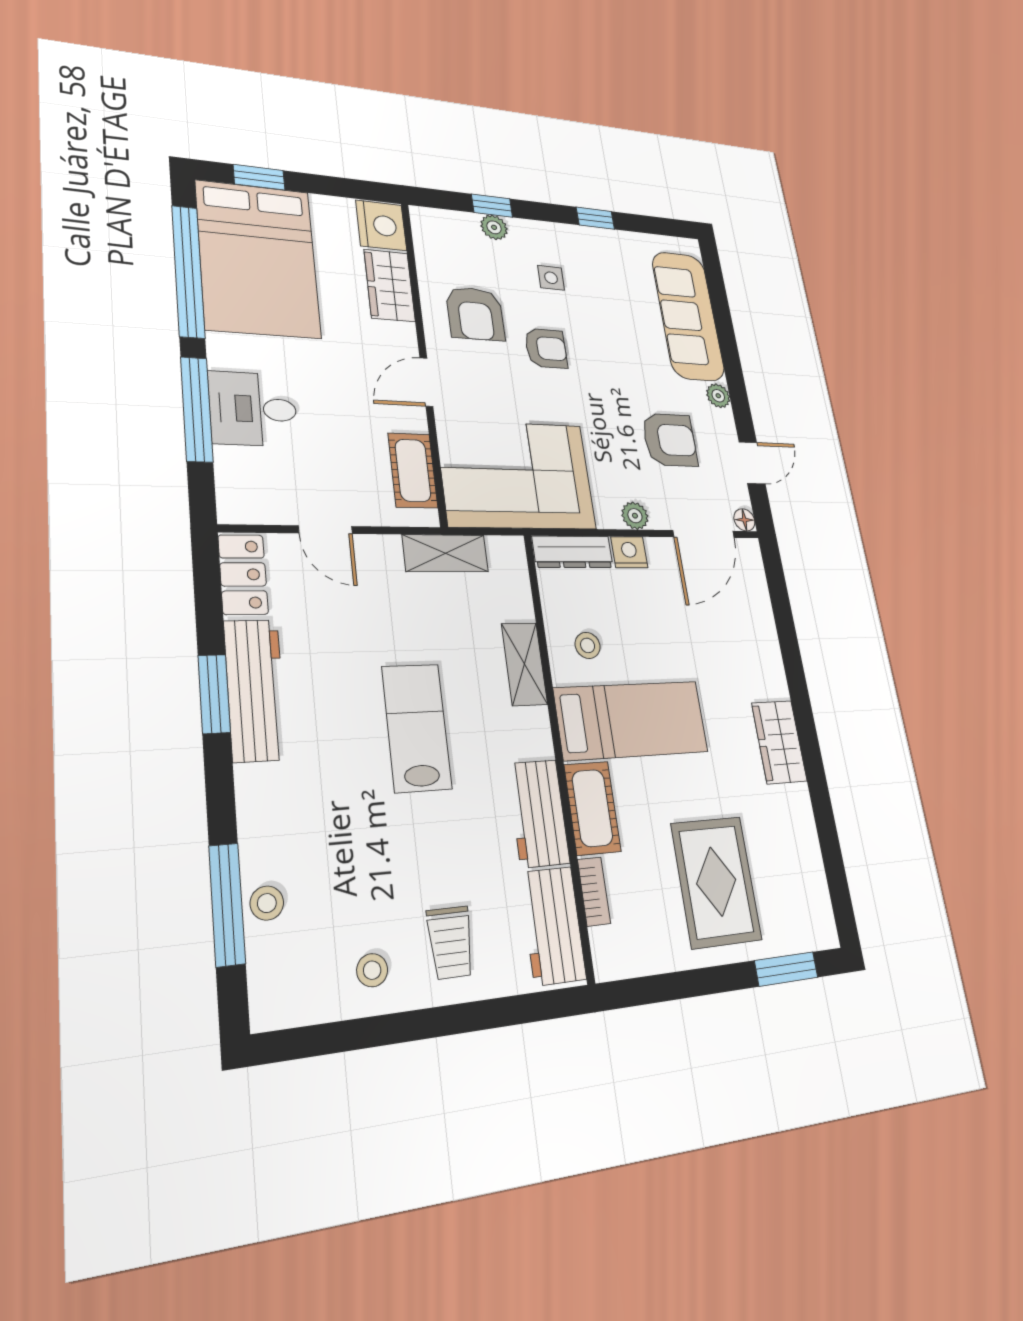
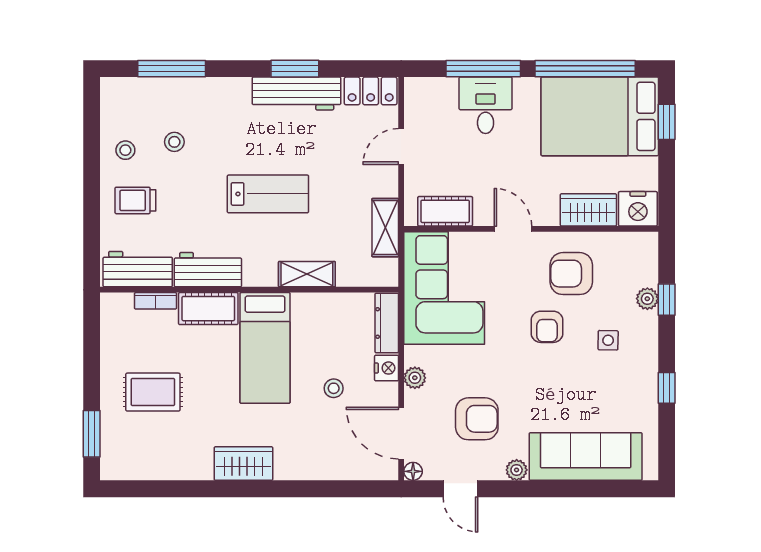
armchair: (670, 440) -> (477, 419), turned -90
stool: (588, 645) -> (334, 388), moved
rug: (716, 882) -> (153, 392), width x0.73, depth x0.70
stool: (267, 903) -> (174, 142), moved

